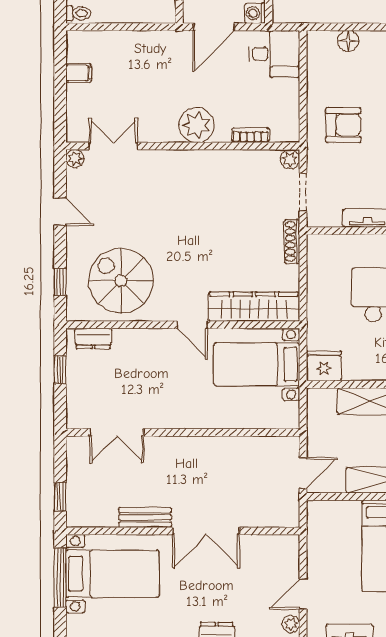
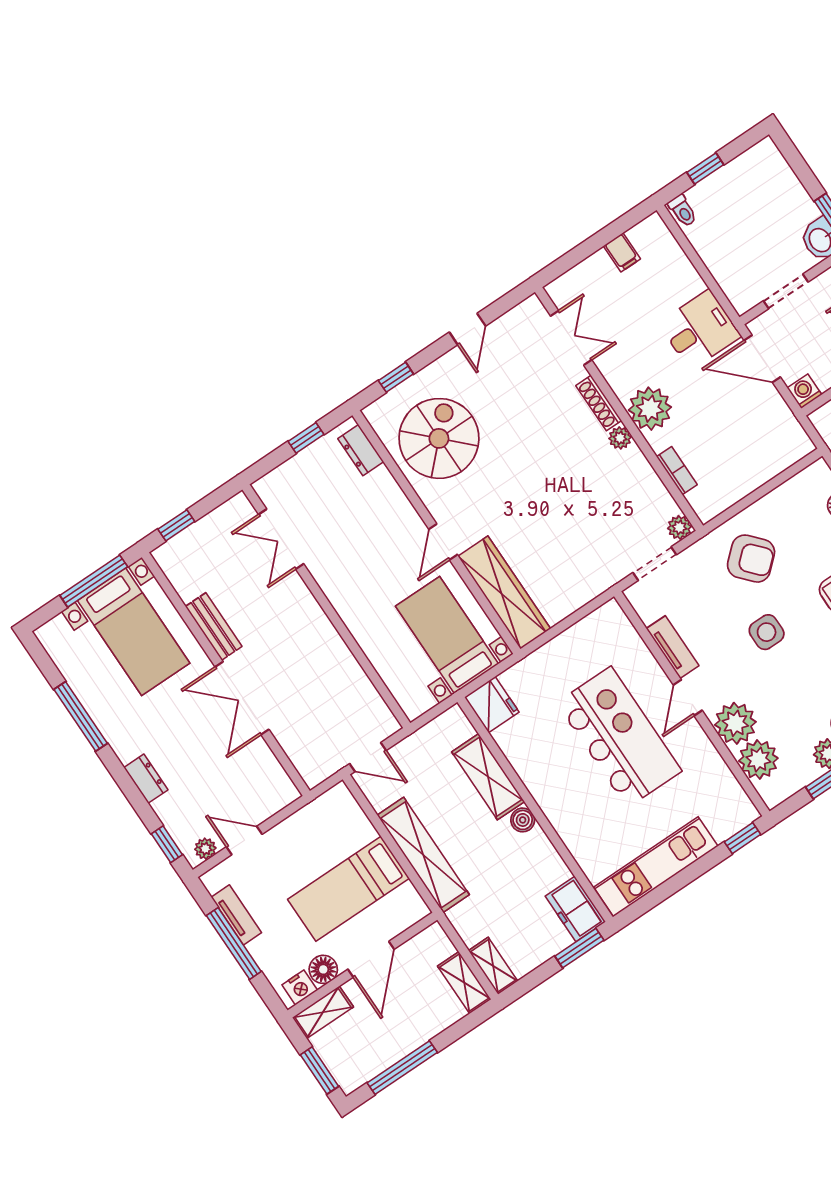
desk: (274, 54) -> (700, 330), moved, turned -90
armchair: (343, 125) -> (751, 559), turned -42
plant: (75, 159) -> (620, 438), moved
shoe rack: (292, 242) -> (599, 403), moved, turned -90

